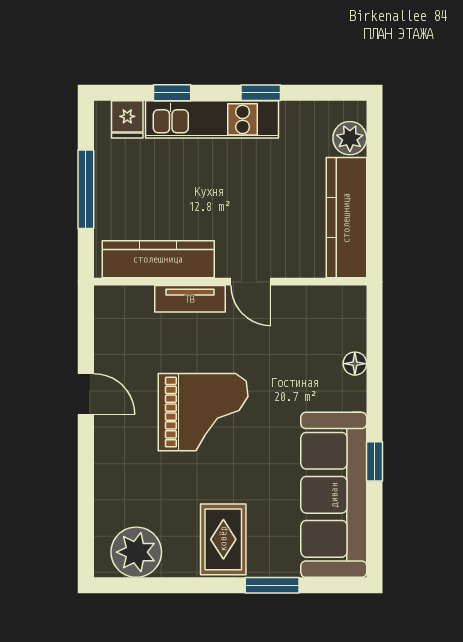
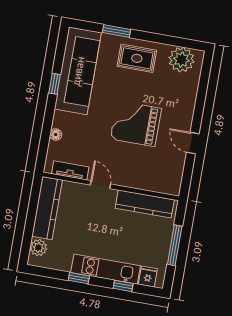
tv unit: (190, 299) -> (70, 170), moved
rug: (223, 539) -> (137, 58), turned 90

